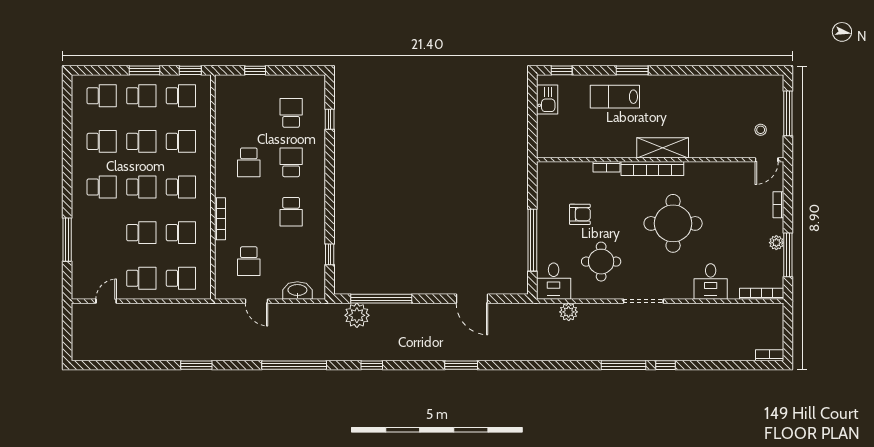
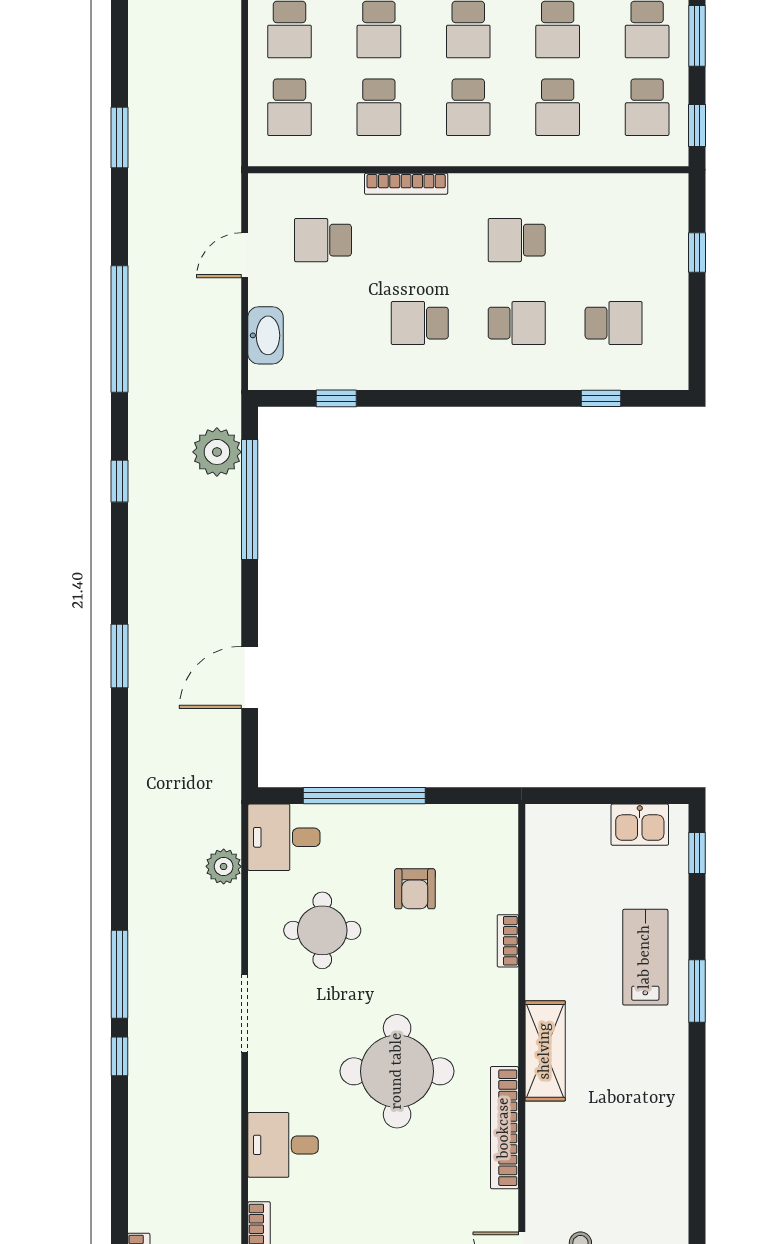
bookcase: (652, 169) -> (504, 1128), moved

